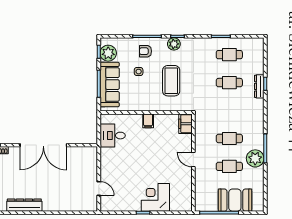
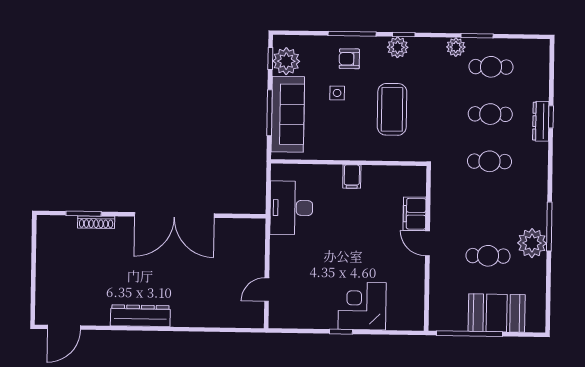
plant: (208, 43) -> (456, 47), added
filing cabinet: (186, 124) -> (415, 214), moved
desk: (113, 136) -> (291, 208), width x1.37
cafe table: (229, 138) -> (490, 161), moved
door: (99, 188) -> (267, 290), swing flipped

